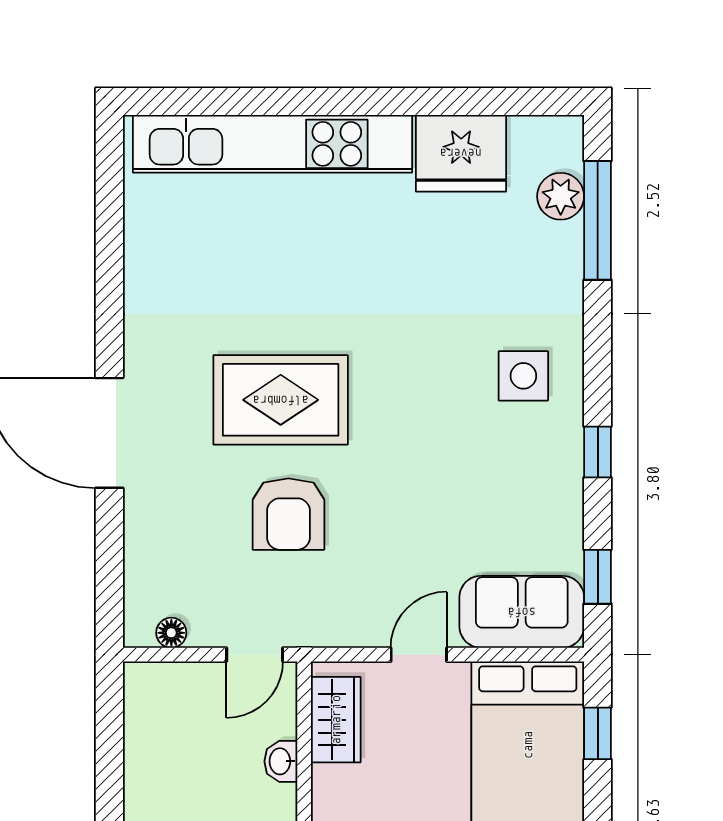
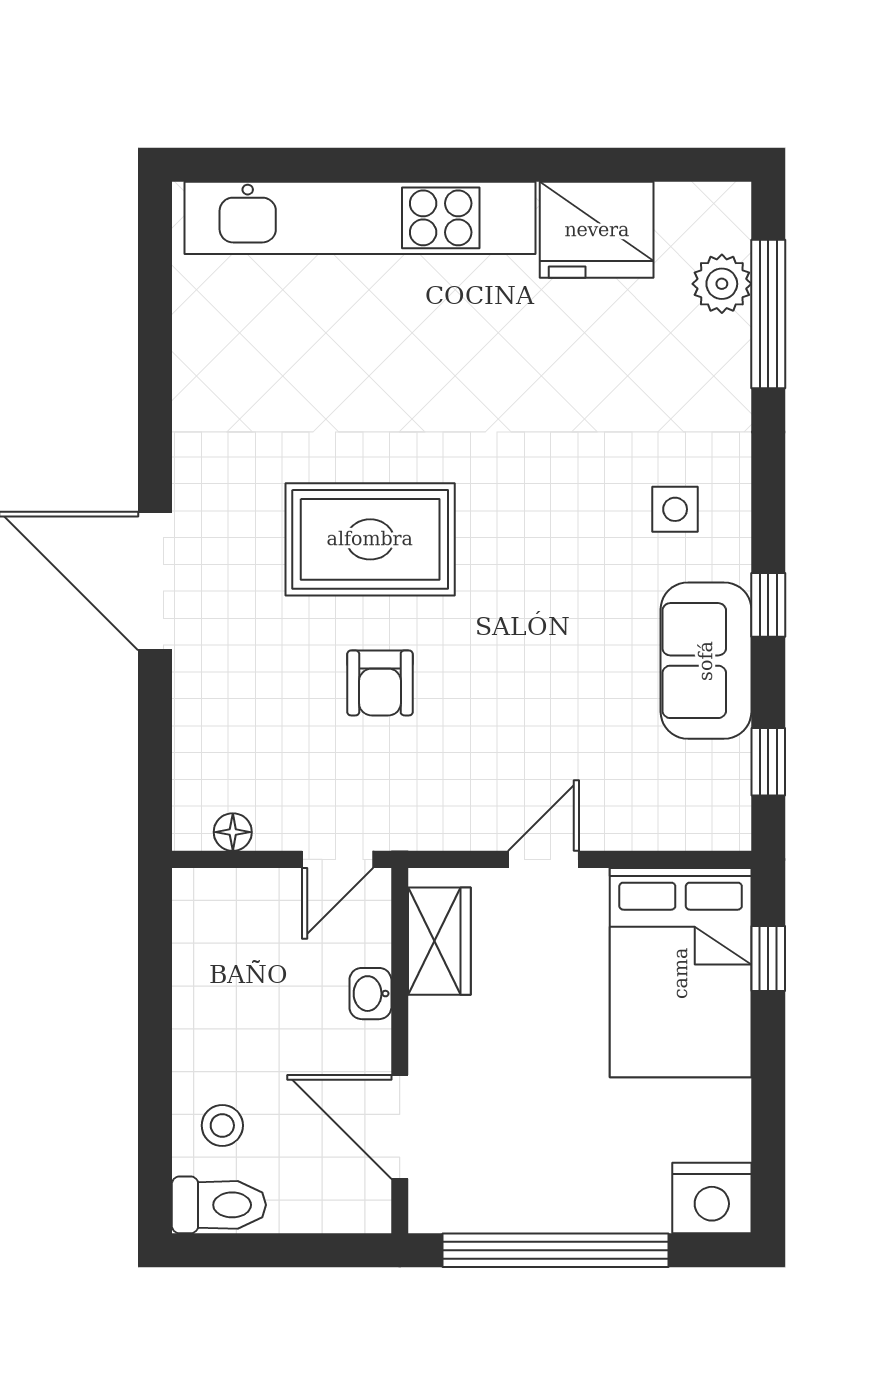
side table: (523, 376) -> (675, 509), width x0.73, depth x0.73
armchair: (288, 514) -> (380, 683), width x0.72, depth x0.72
sofa: (522, 612) -> (706, 661), moved, turned -90

